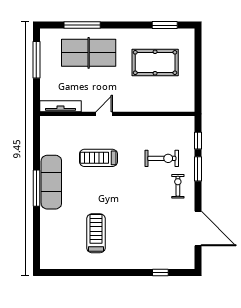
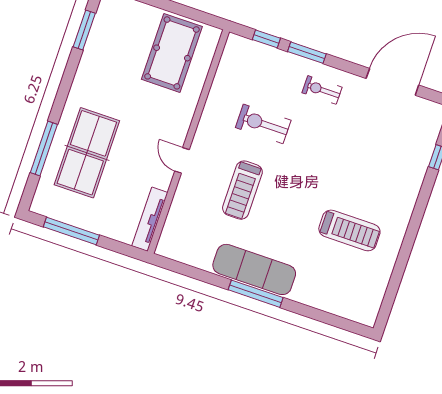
pool table: (155, 63) -> (172, 53), moved
exercise bike: (162, 158) -> (263, 124), moved, turned -90
treadmill: (96, 233) -> (349, 230), turned 180

